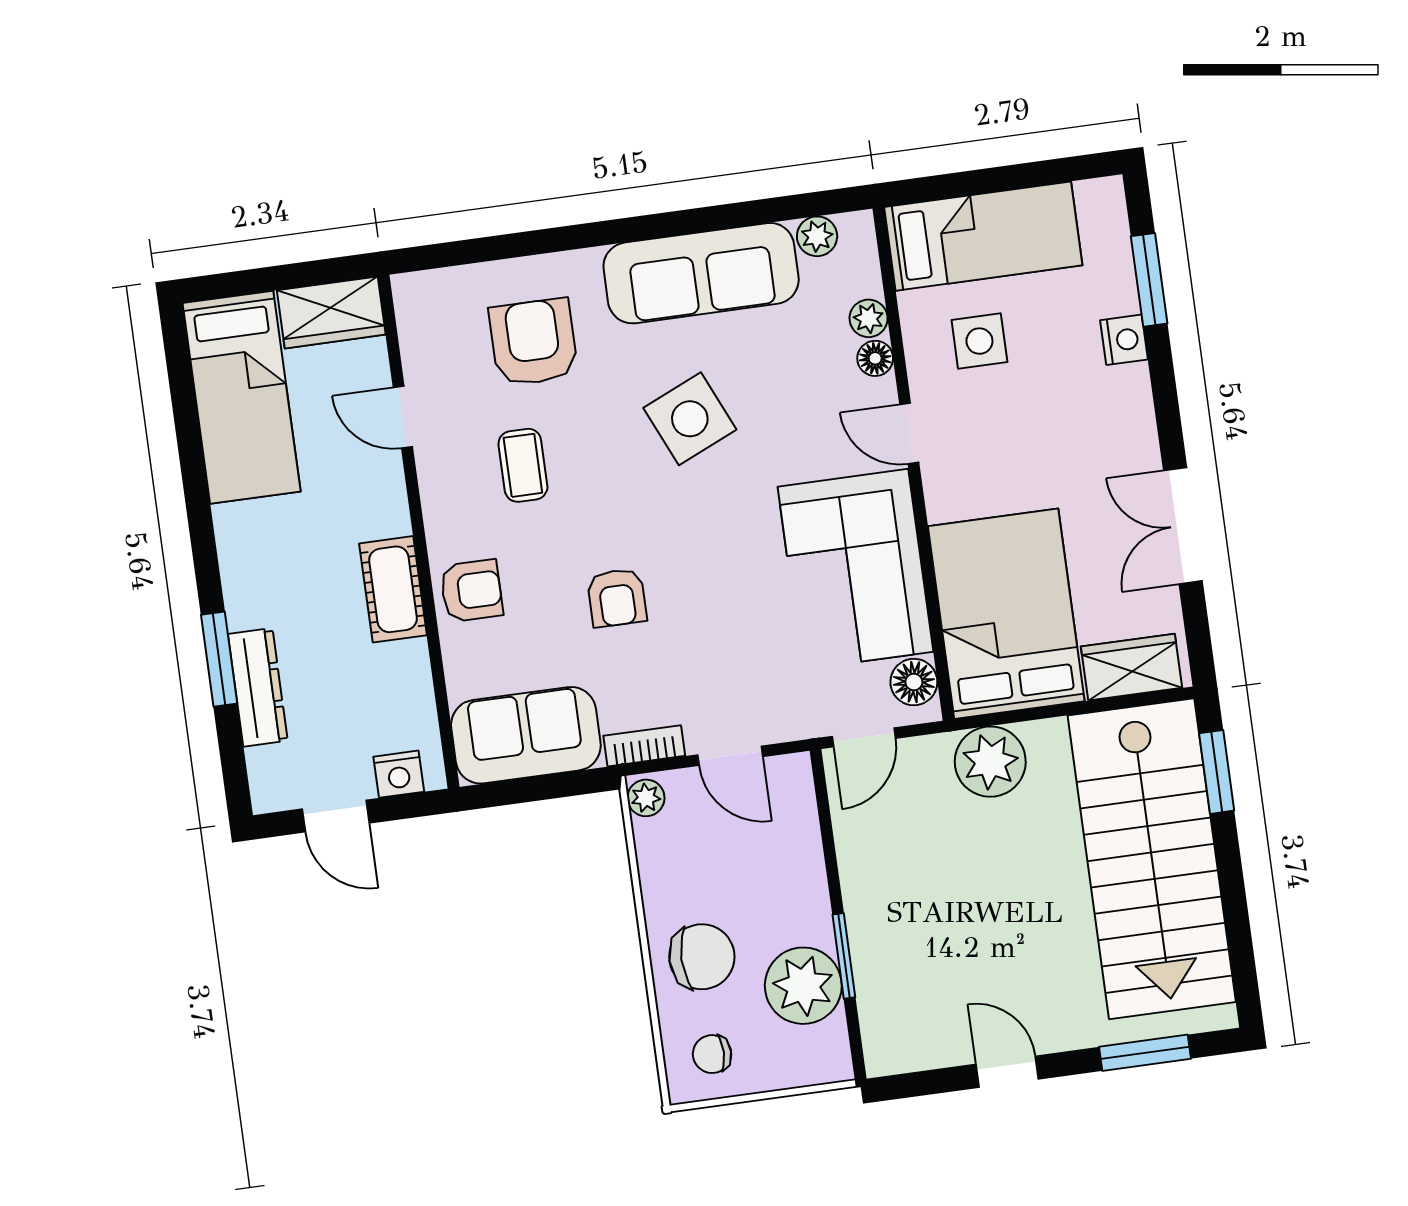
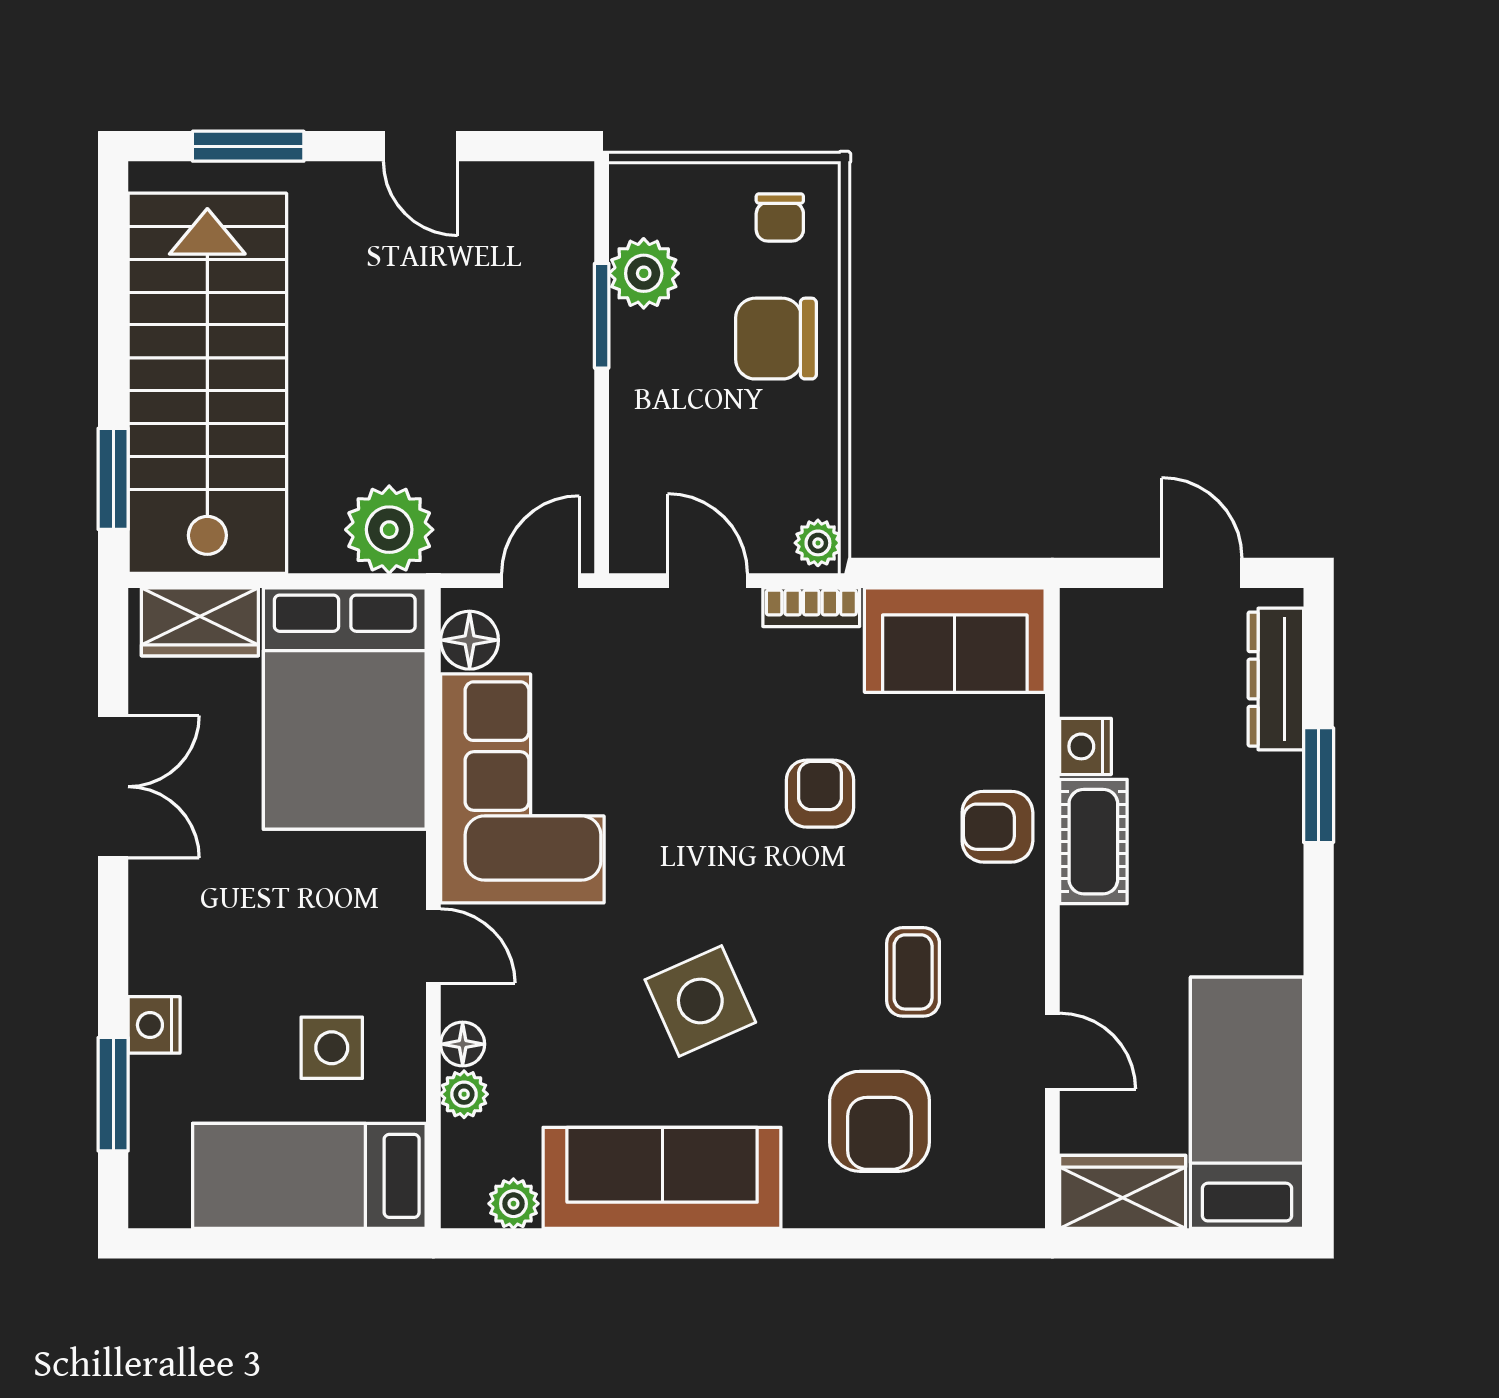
dresser: (258, 687) -> (1276, 679), moved
nightstand: (399, 774) -> (1085, 746), moved, turned -90
plant: (803, 986) -> (644, 273), width x0.73, depth x0.73
chair: (712, 1054) -> (780, 217), turned 90

